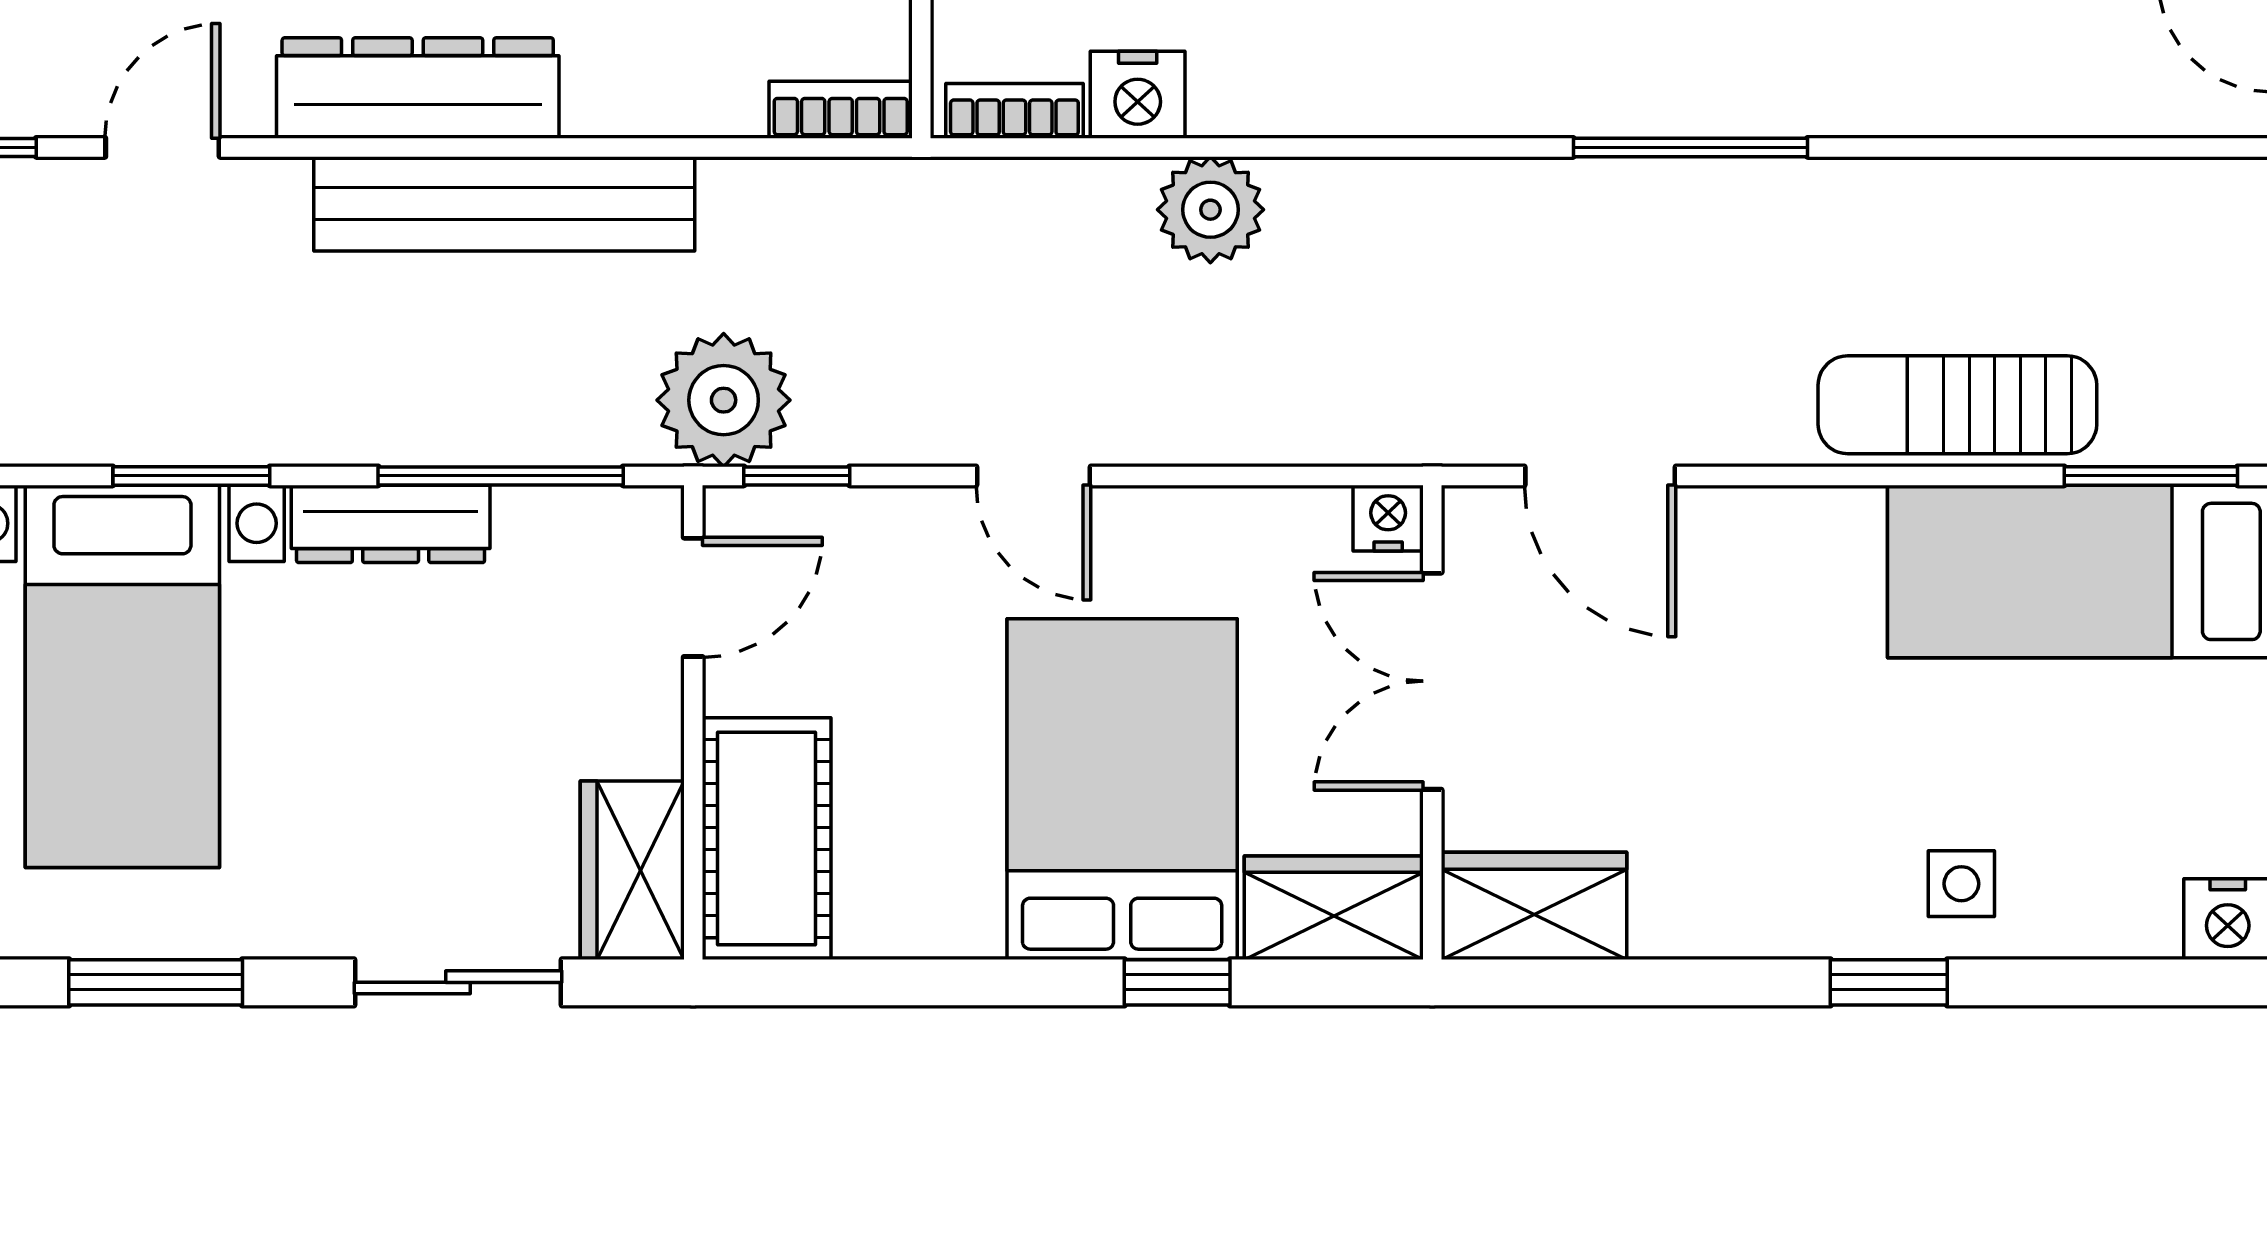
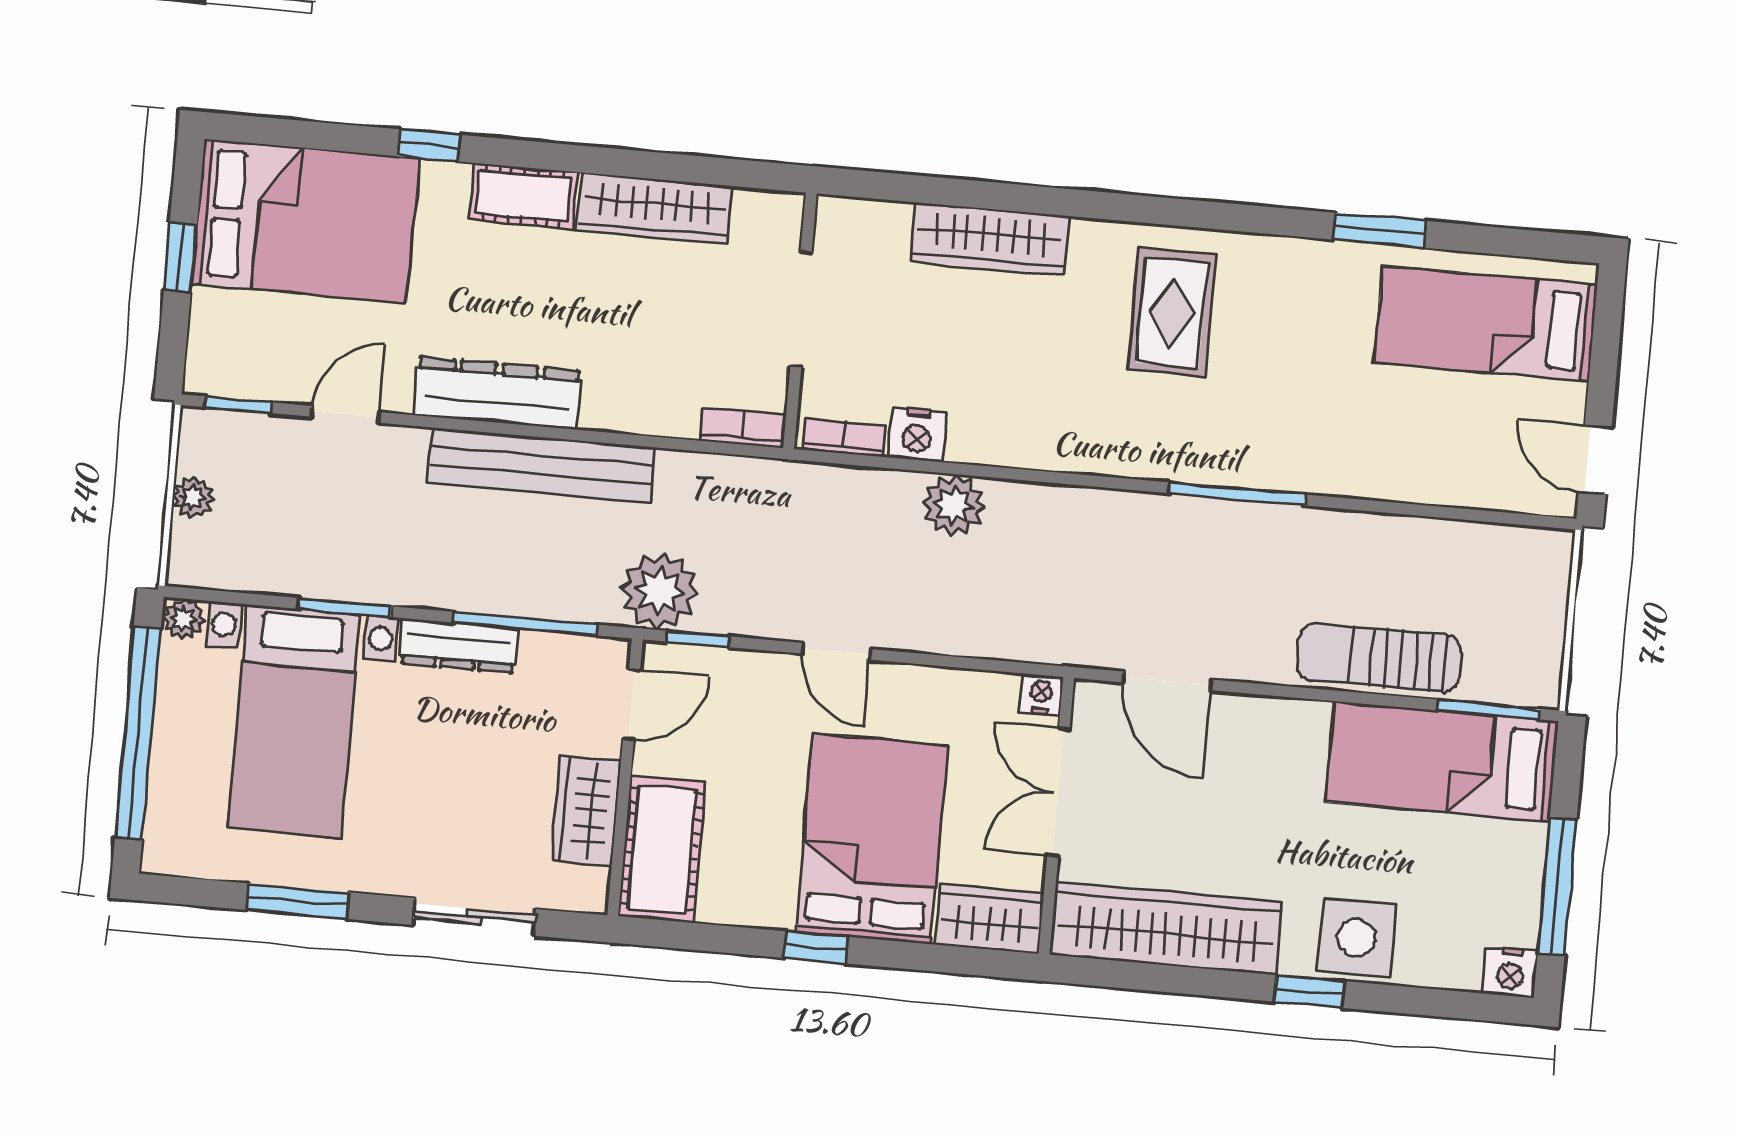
wardrobe: (632, 870) -> (586, 811), moved
side table: (1961, 884) -> (1357, 938), width x1.87, depth x1.87
wardrobe: (1534, 906) -> (1166, 928), width x2.10, depth x1.17
window: (1177, 982) -> (816, 947), moved

